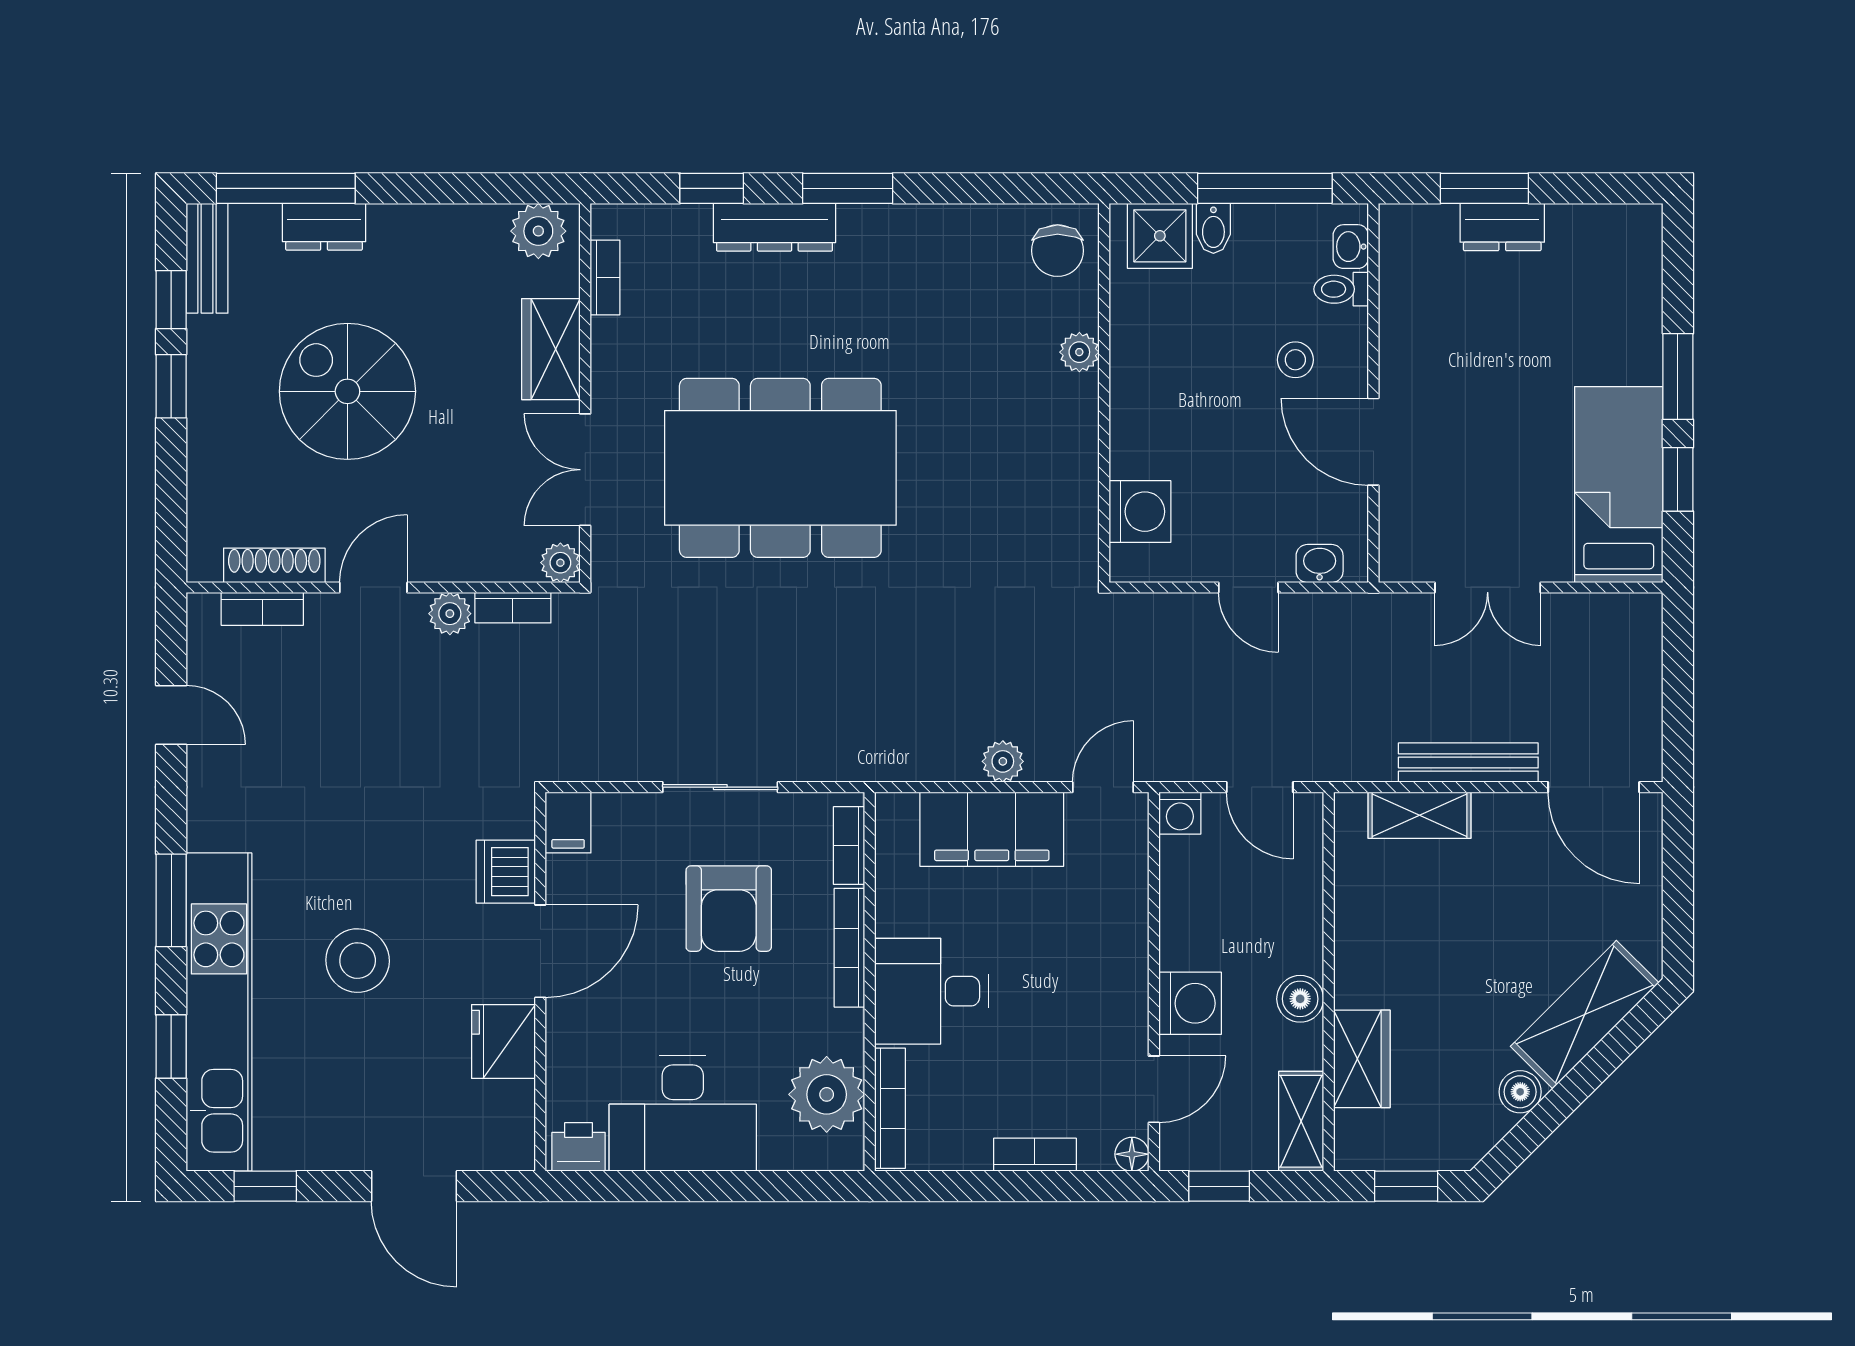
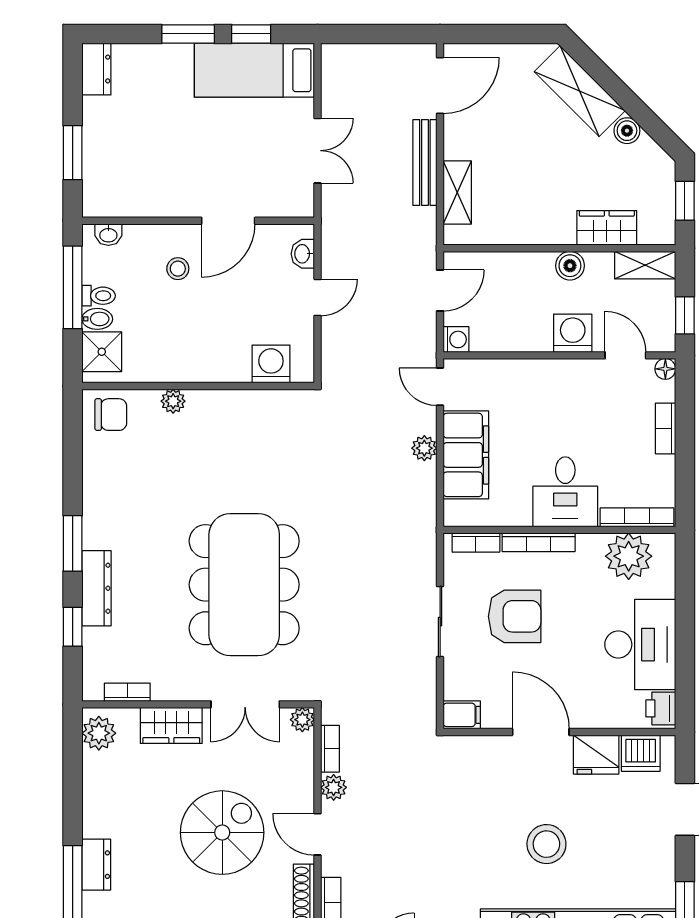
dresser: (1502, 227) -> (96, 69), moved
toilet: (1341, 289) -> (99, 296), moved, turned -90
spiral stairs: (347, 391) -> (222, 833), moved, turned 180
dishwasher: (506, 872) -> (641, 753), moved

